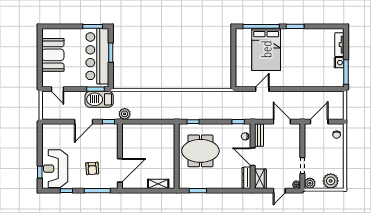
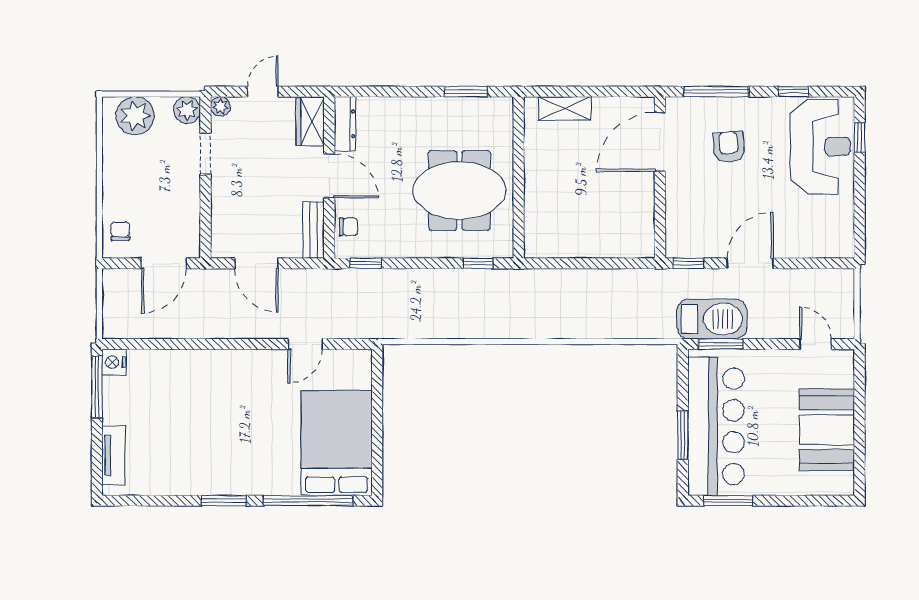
bed: (266, 49) -> (337, 443), moved
nightstand: (339, 63) -> (114, 362), moved
plant: (125, 114) -> (648, 283), removed

